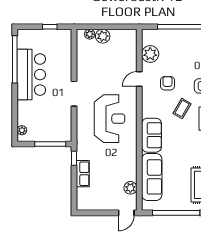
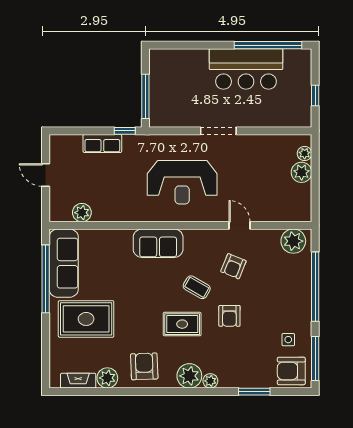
plant: (150, 54) -> (293, 241), moved
armchair: (168, 83) -> (233, 266), turned 112
plant: (22, 130) -> (165, 55), removed
sofa: (152, 177) -> (64, 263), moved, turned -90
door: (126, 213) -> (46, 175), moved

